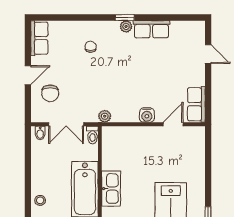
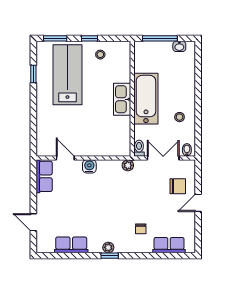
row of seats: (151, 29) -> (71, 245), moved
row of seats: (39, 38) -> (169, 245), moved, turned 90
chair: (50, 93) -> (178, 186), turned 90
door: (173, 124) -> (65, 158), swing flipped
stool: (40, 200) -> (179, 117), moved

